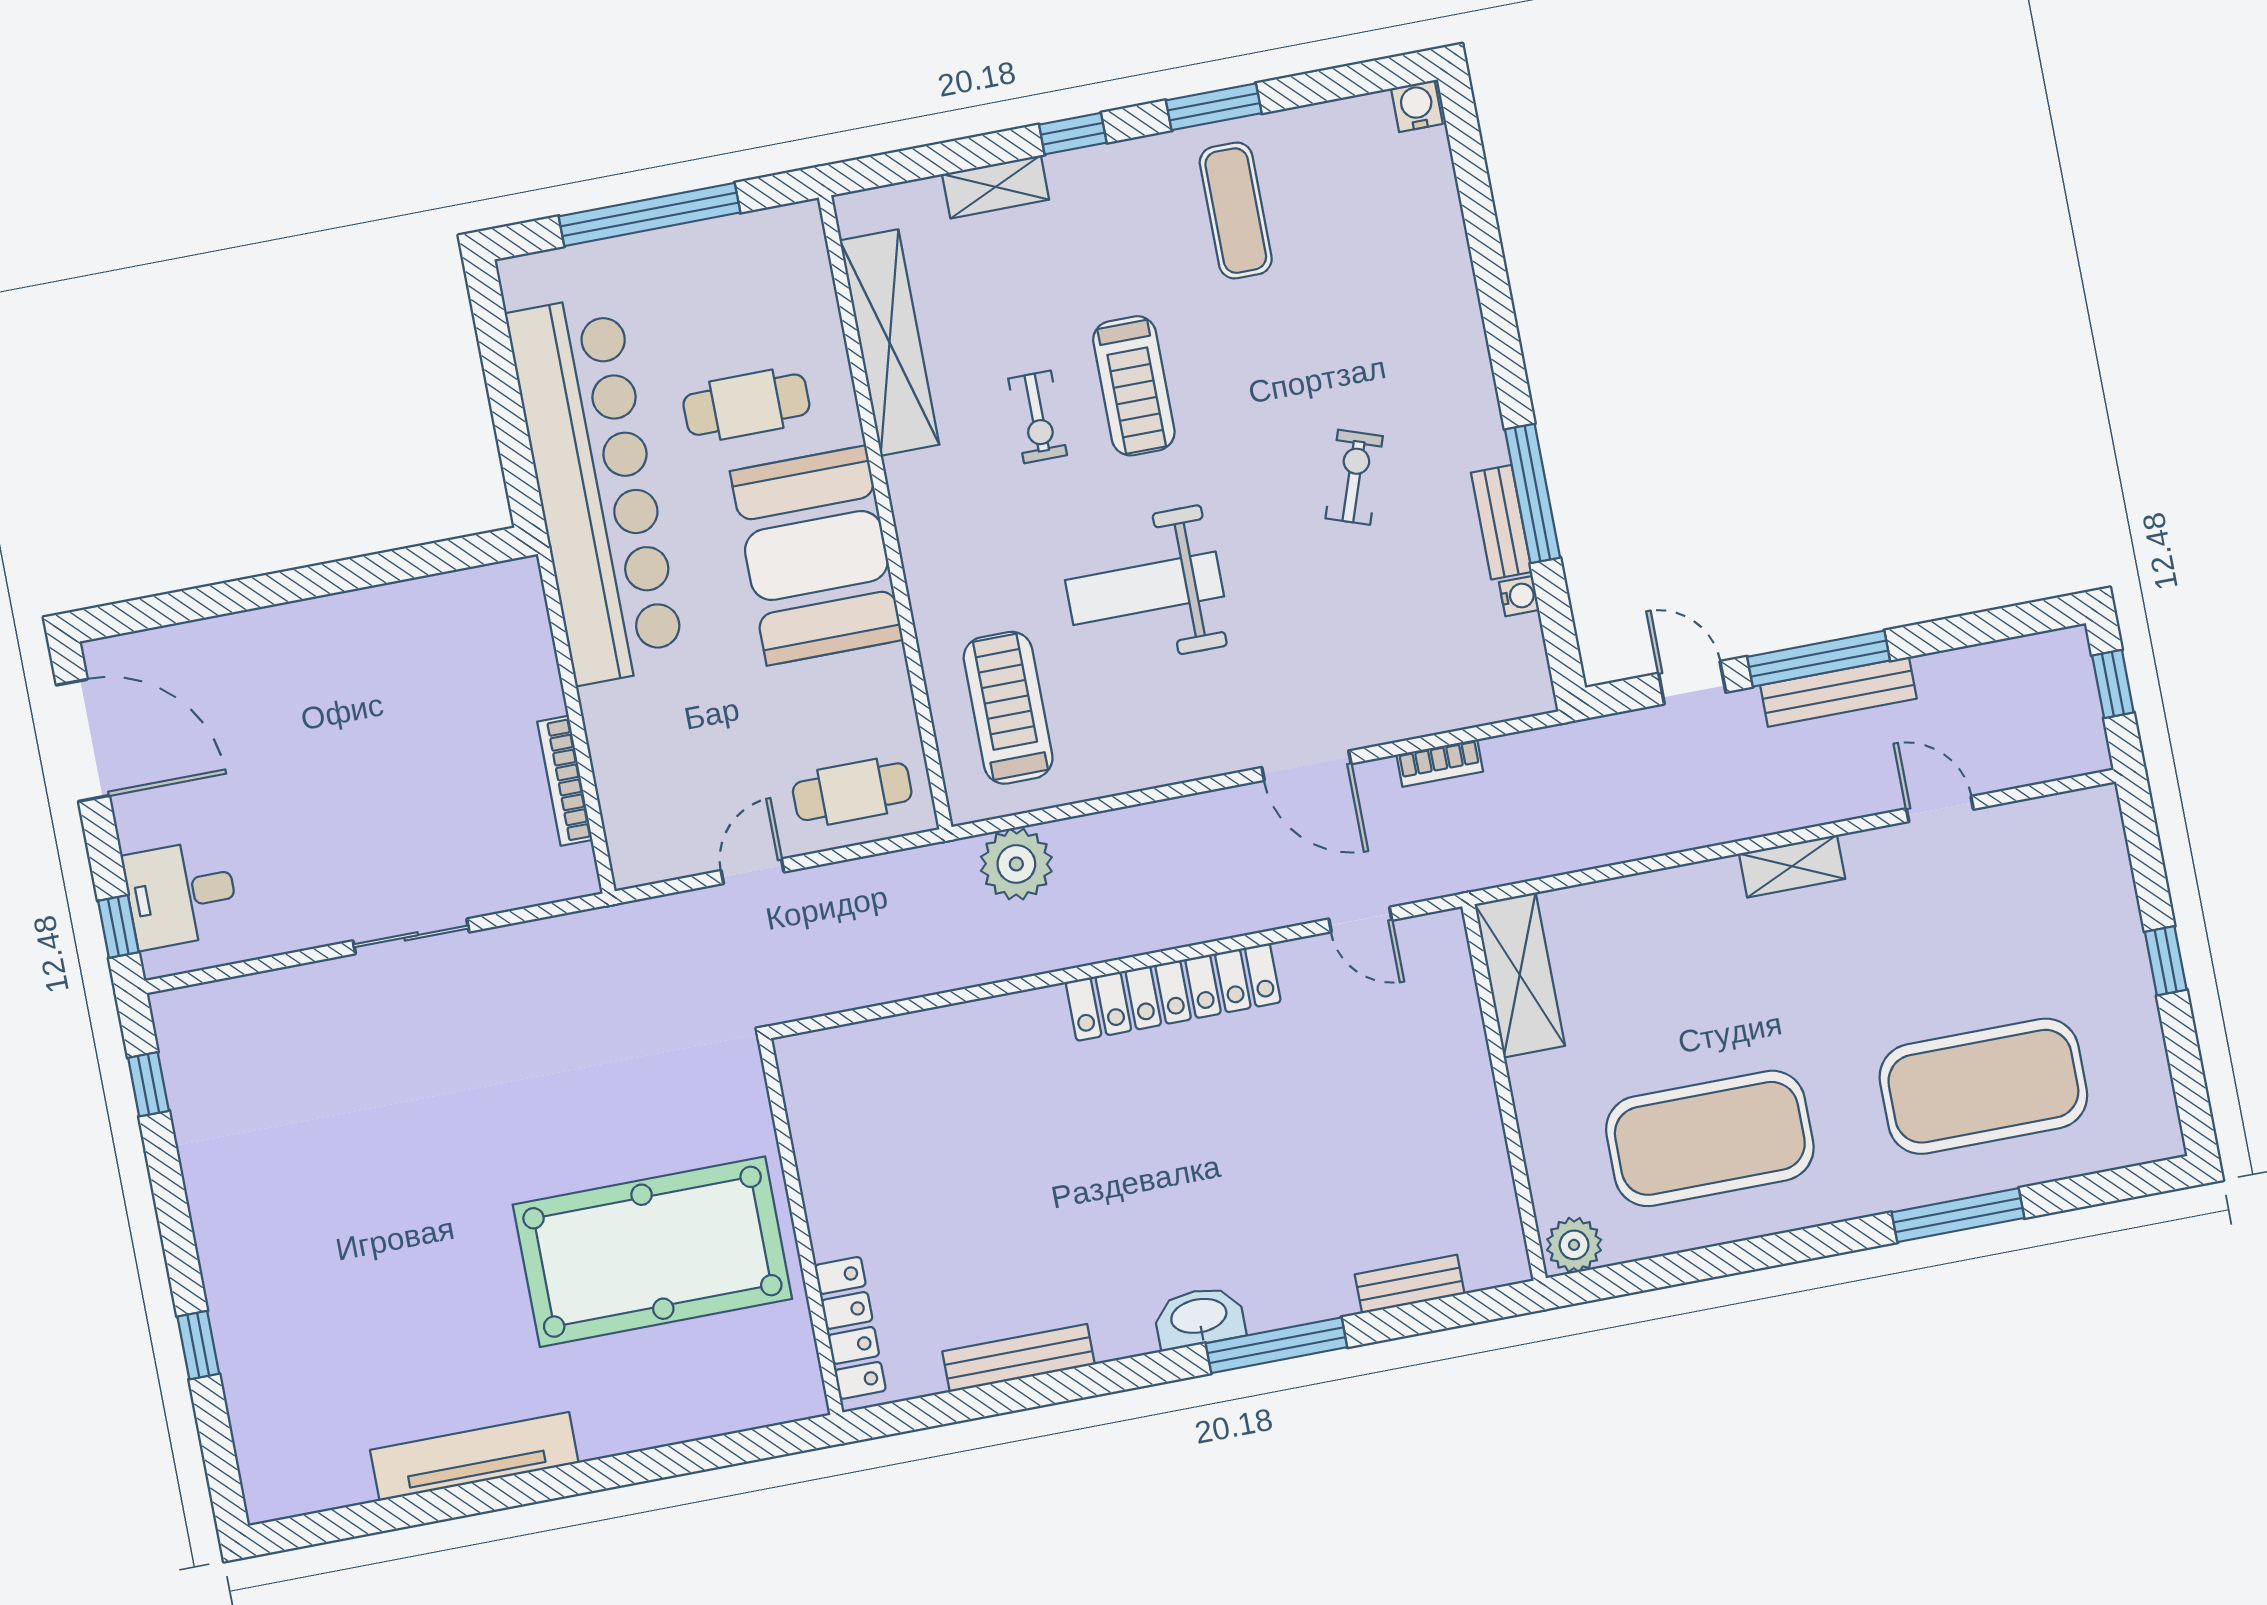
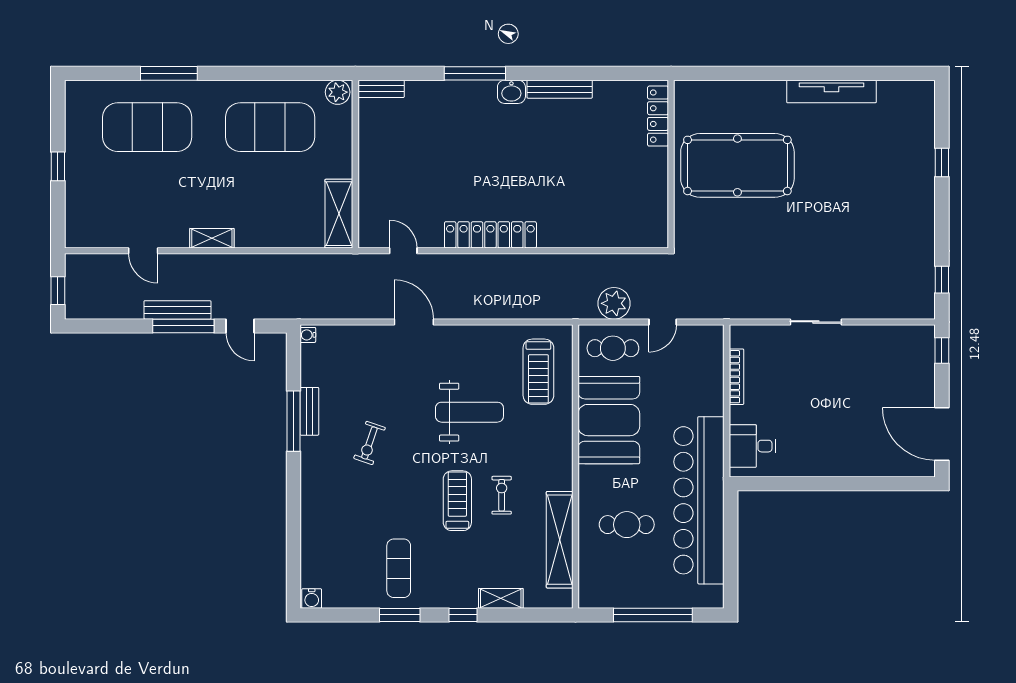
booth: (816, 555) -> (609, 420), moved
water cooler: (1519, 596) -> (308, 335), moved
bookcase: (1440, 763) -> (356, 312), removed
plant: (1016, 864) -> (614, 303), moved
desk: (181, 894) -> (752, 446), moved, turned 180
bench: (1410, 1284) -> (381, 89), moved
washbasin: (1199, 1317) -> (511, 92), width x0.72
bench: (1019, 1358) -> (560, 89), moved

